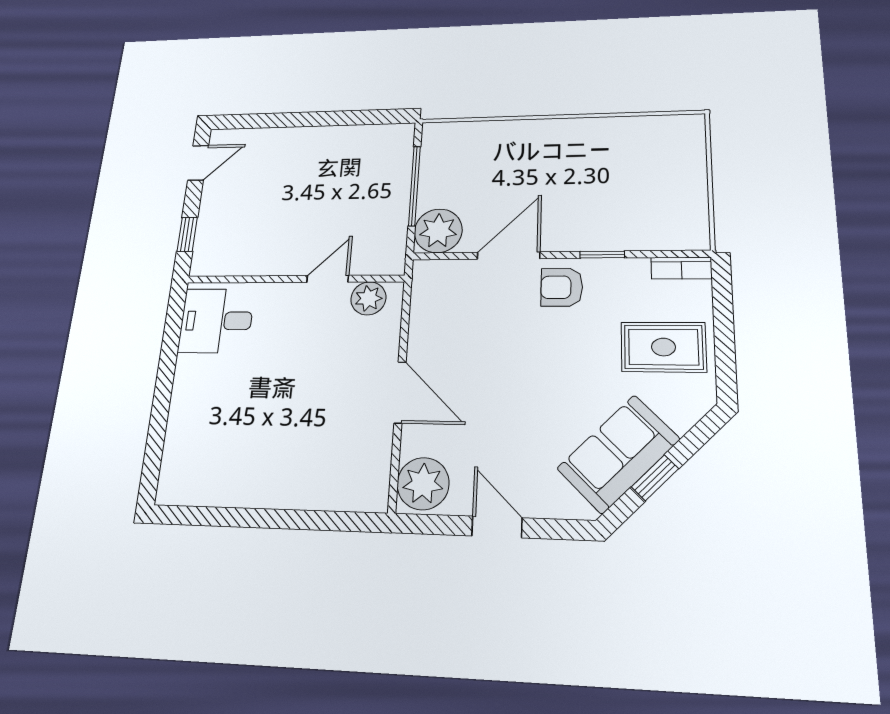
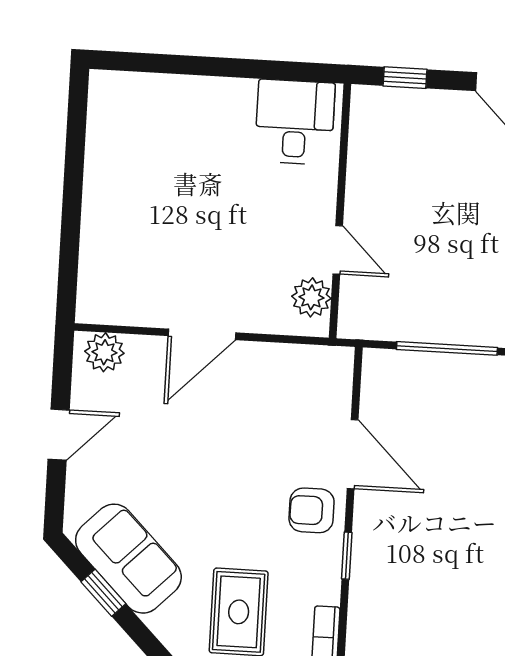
plant: (438, 231) -> (388, 376), removed
armchair: (562, 287) -> (312, 510), turned -90
plant: (423, 484) -> (104, 352), width x0.73, depth x0.73

